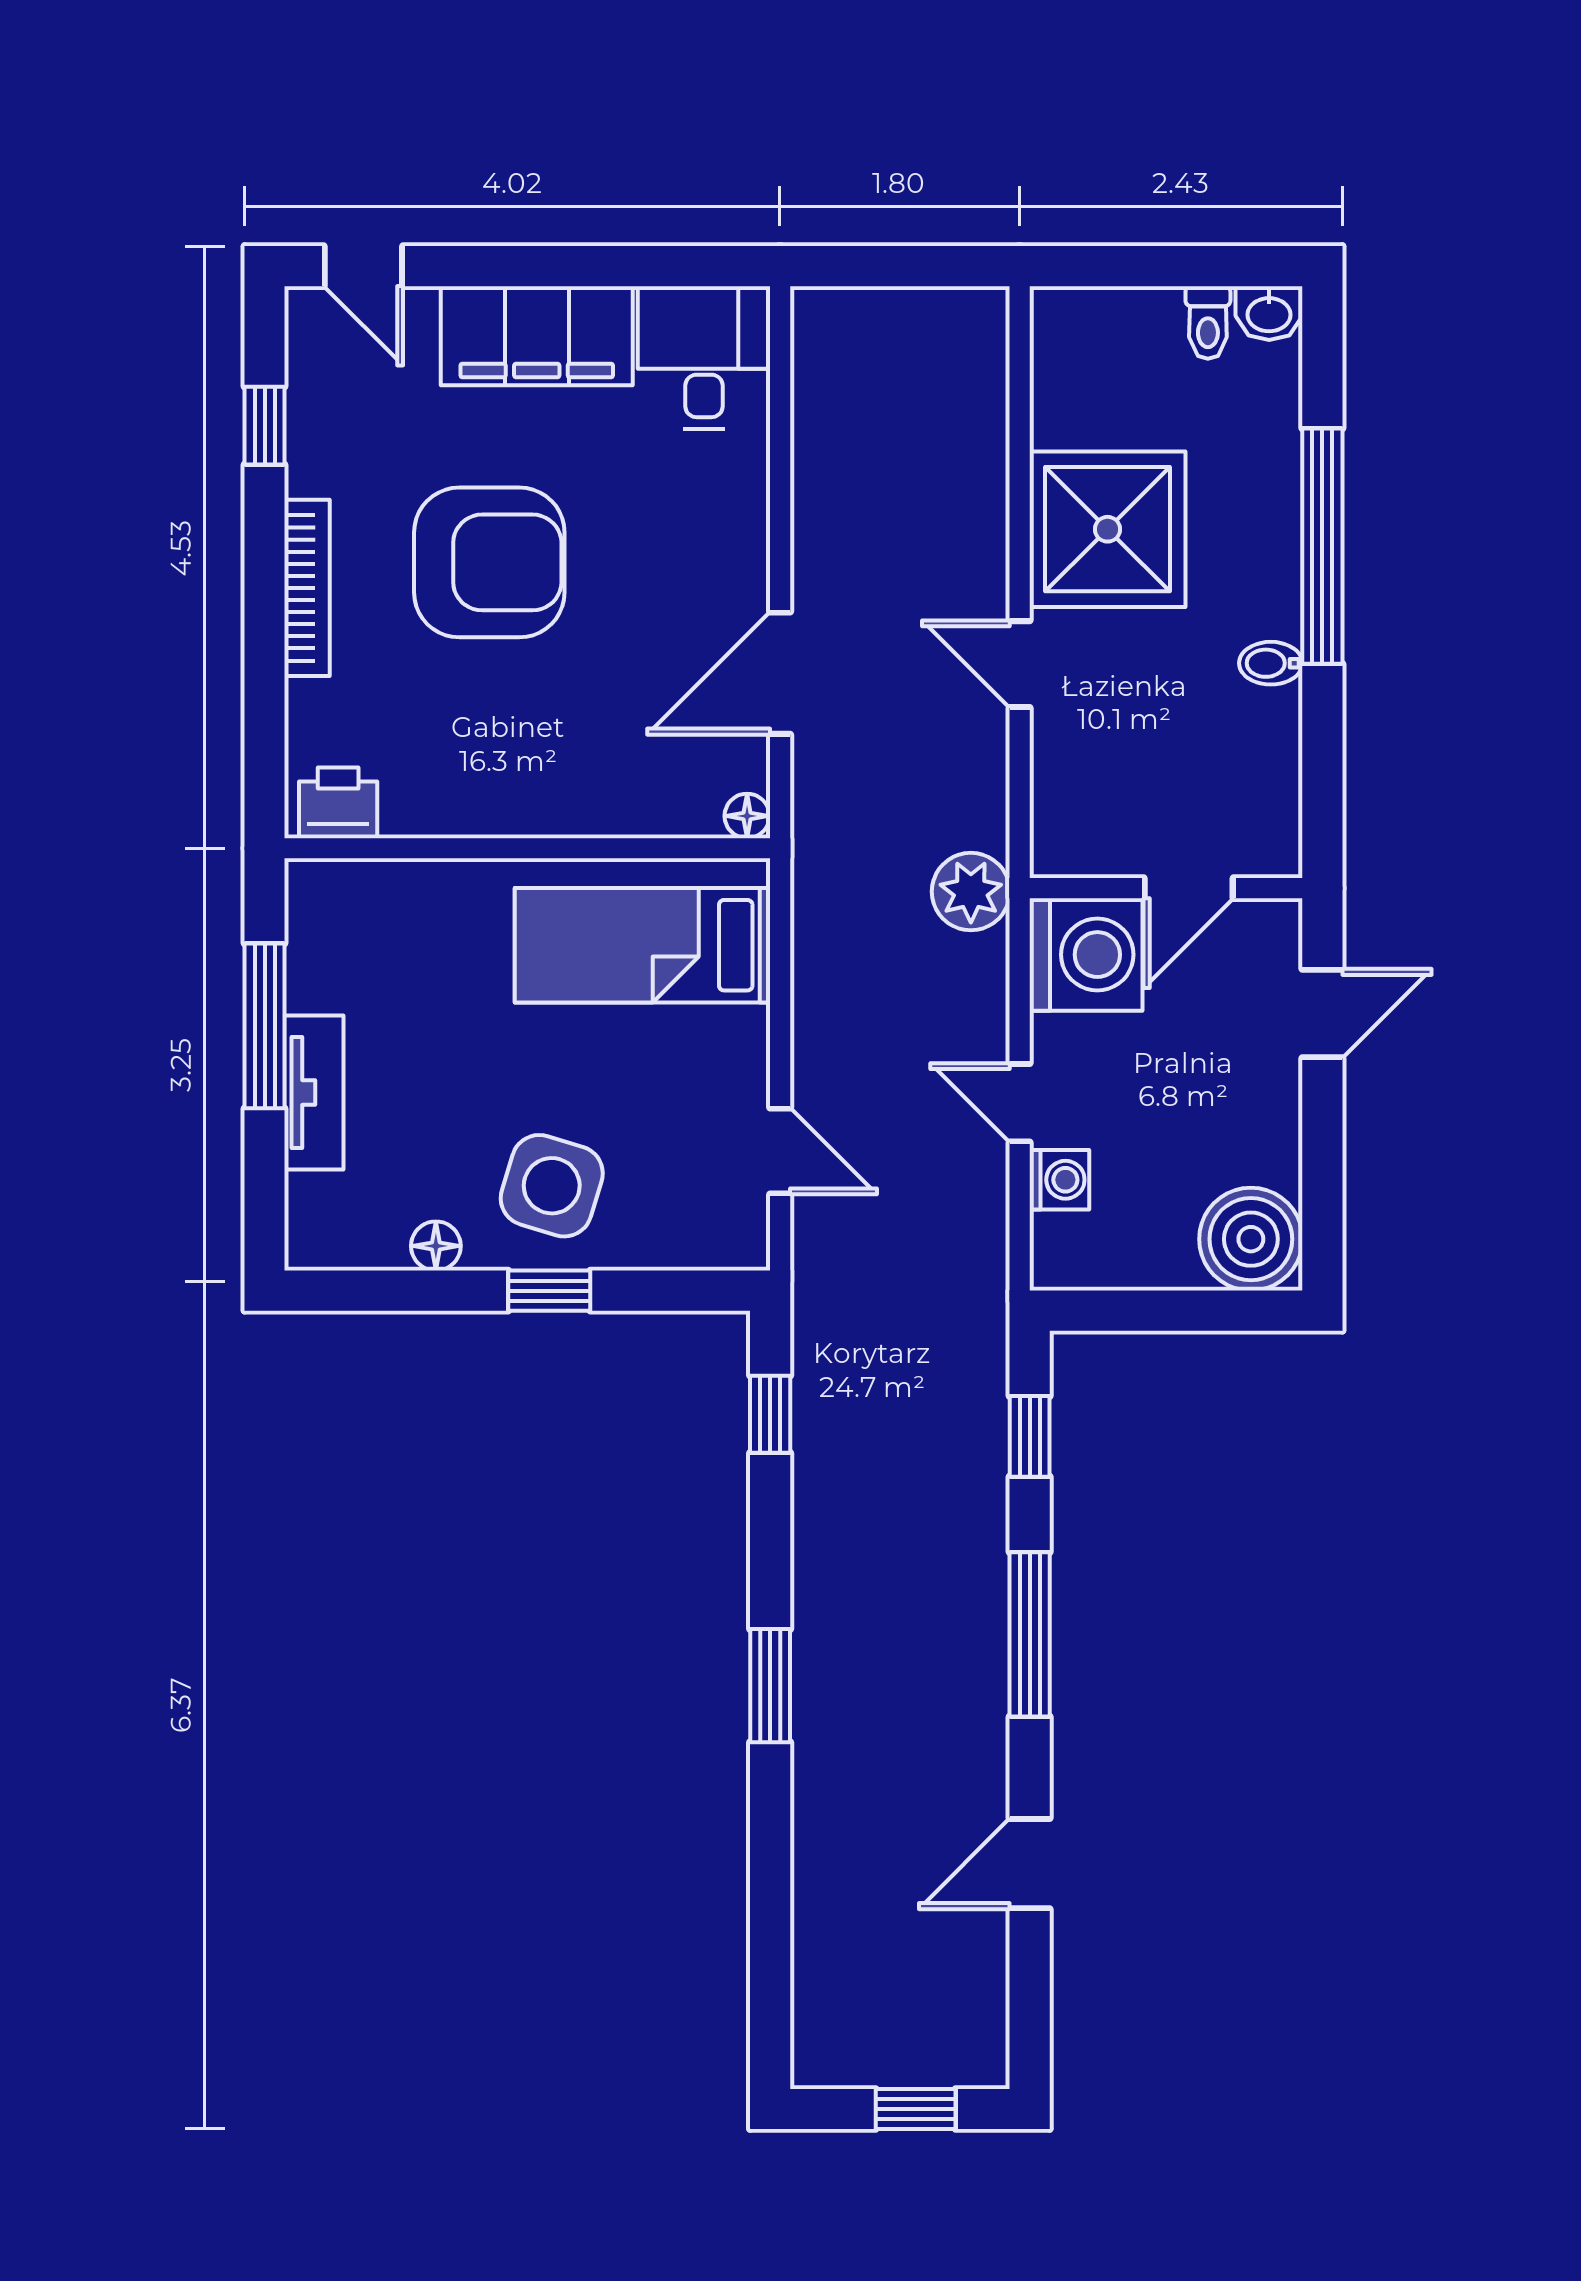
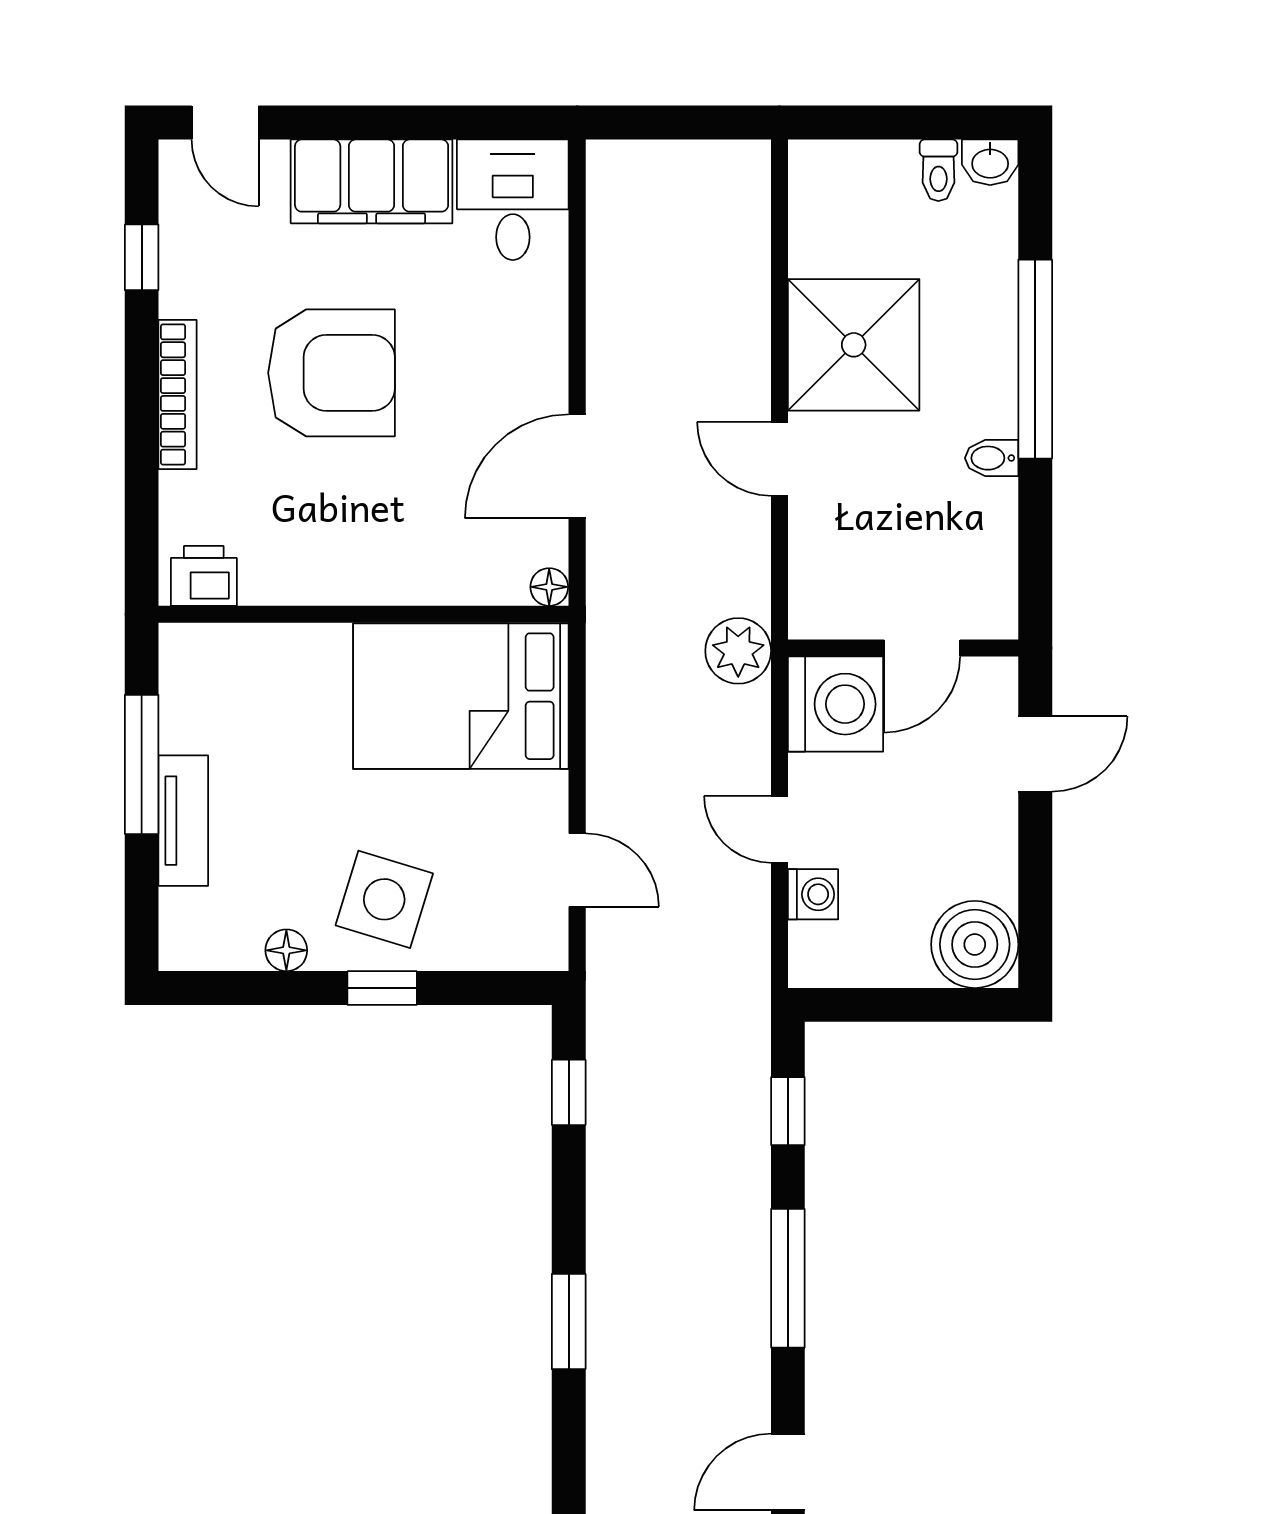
bed: (643, 945) -> (461, 696), width x1.50

